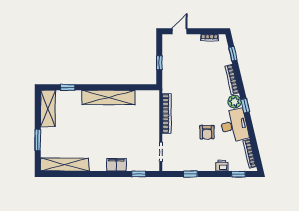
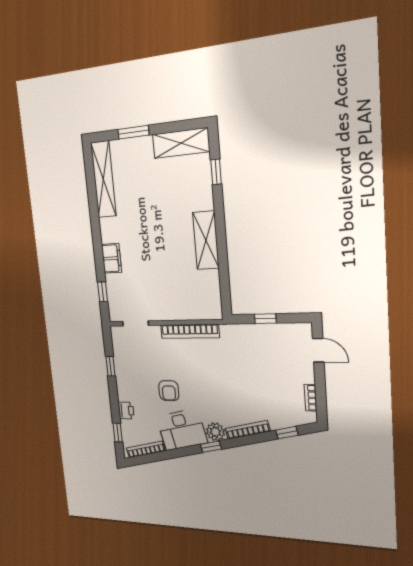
shelving: (109, 97) -> (206, 240), width x0.68
armchair: (207, 132) -> (169, 391), turned -90

